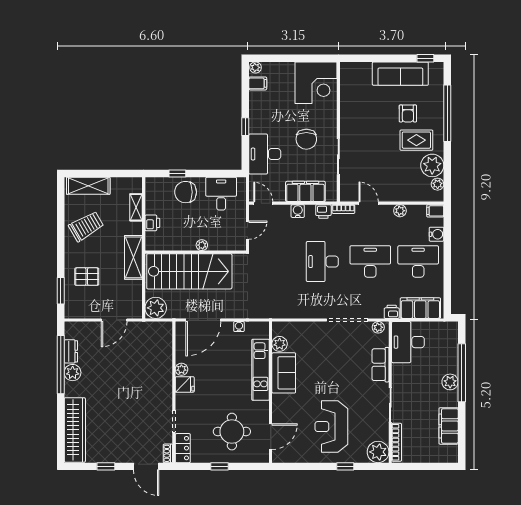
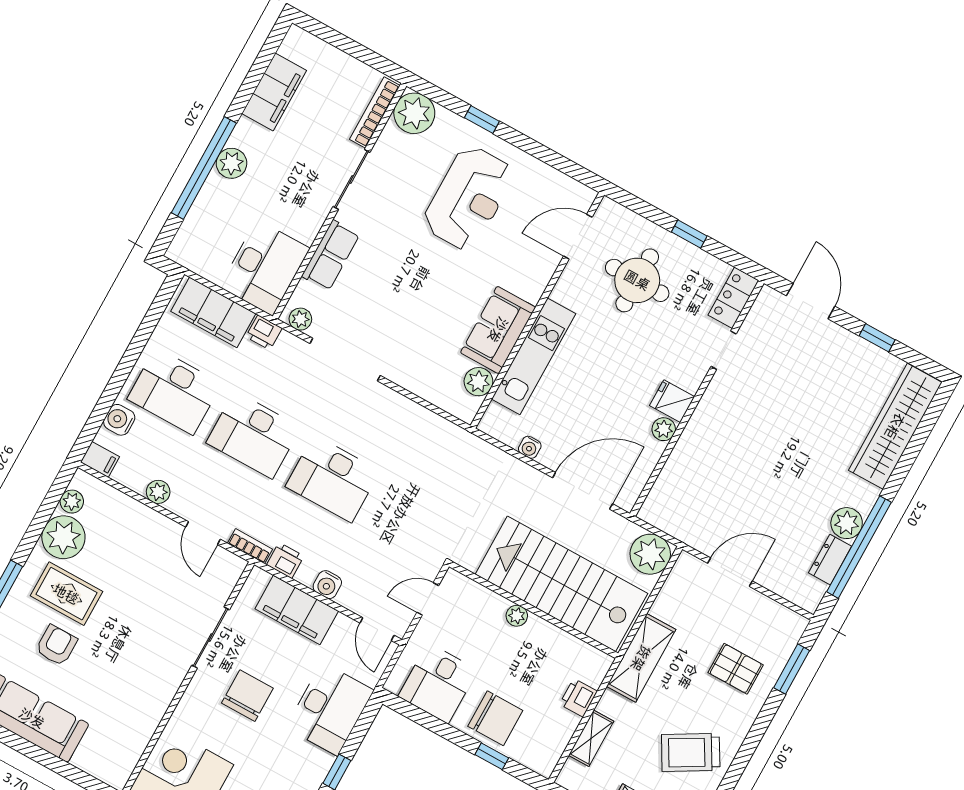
desk: (322, 262) -> (333, 479), turned 90
shoe rack: (168, 453) -> (763, 303), removed

